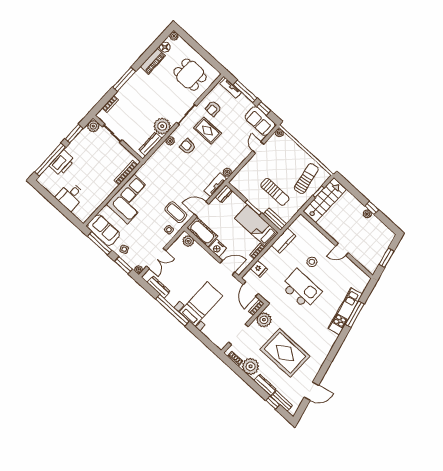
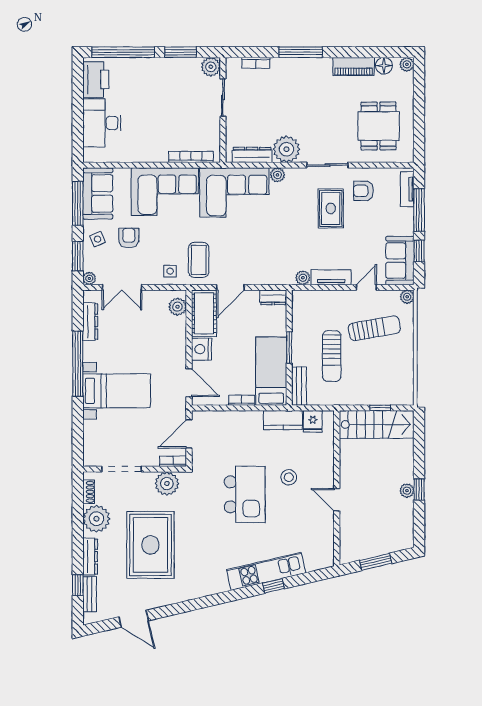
armchair: (188, 147) -> (129, 238), moved
printer: (62, 163) -> (96, 80), moved, turned -90
corner sofa: (160, 168) -> (234, 192), added
sun lounger: (306, 179) -> (374, 328), moved
tv unit: (215, 185) -> (331, 277), moved
desk: (70, 196) -> (102, 123), width x1.37
door: (201, 209) -> (230, 287), swing flipped
fridge: (259, 269) -> (313, 421), moved
window: (355, 314) -> (273, 586), width x0.46

